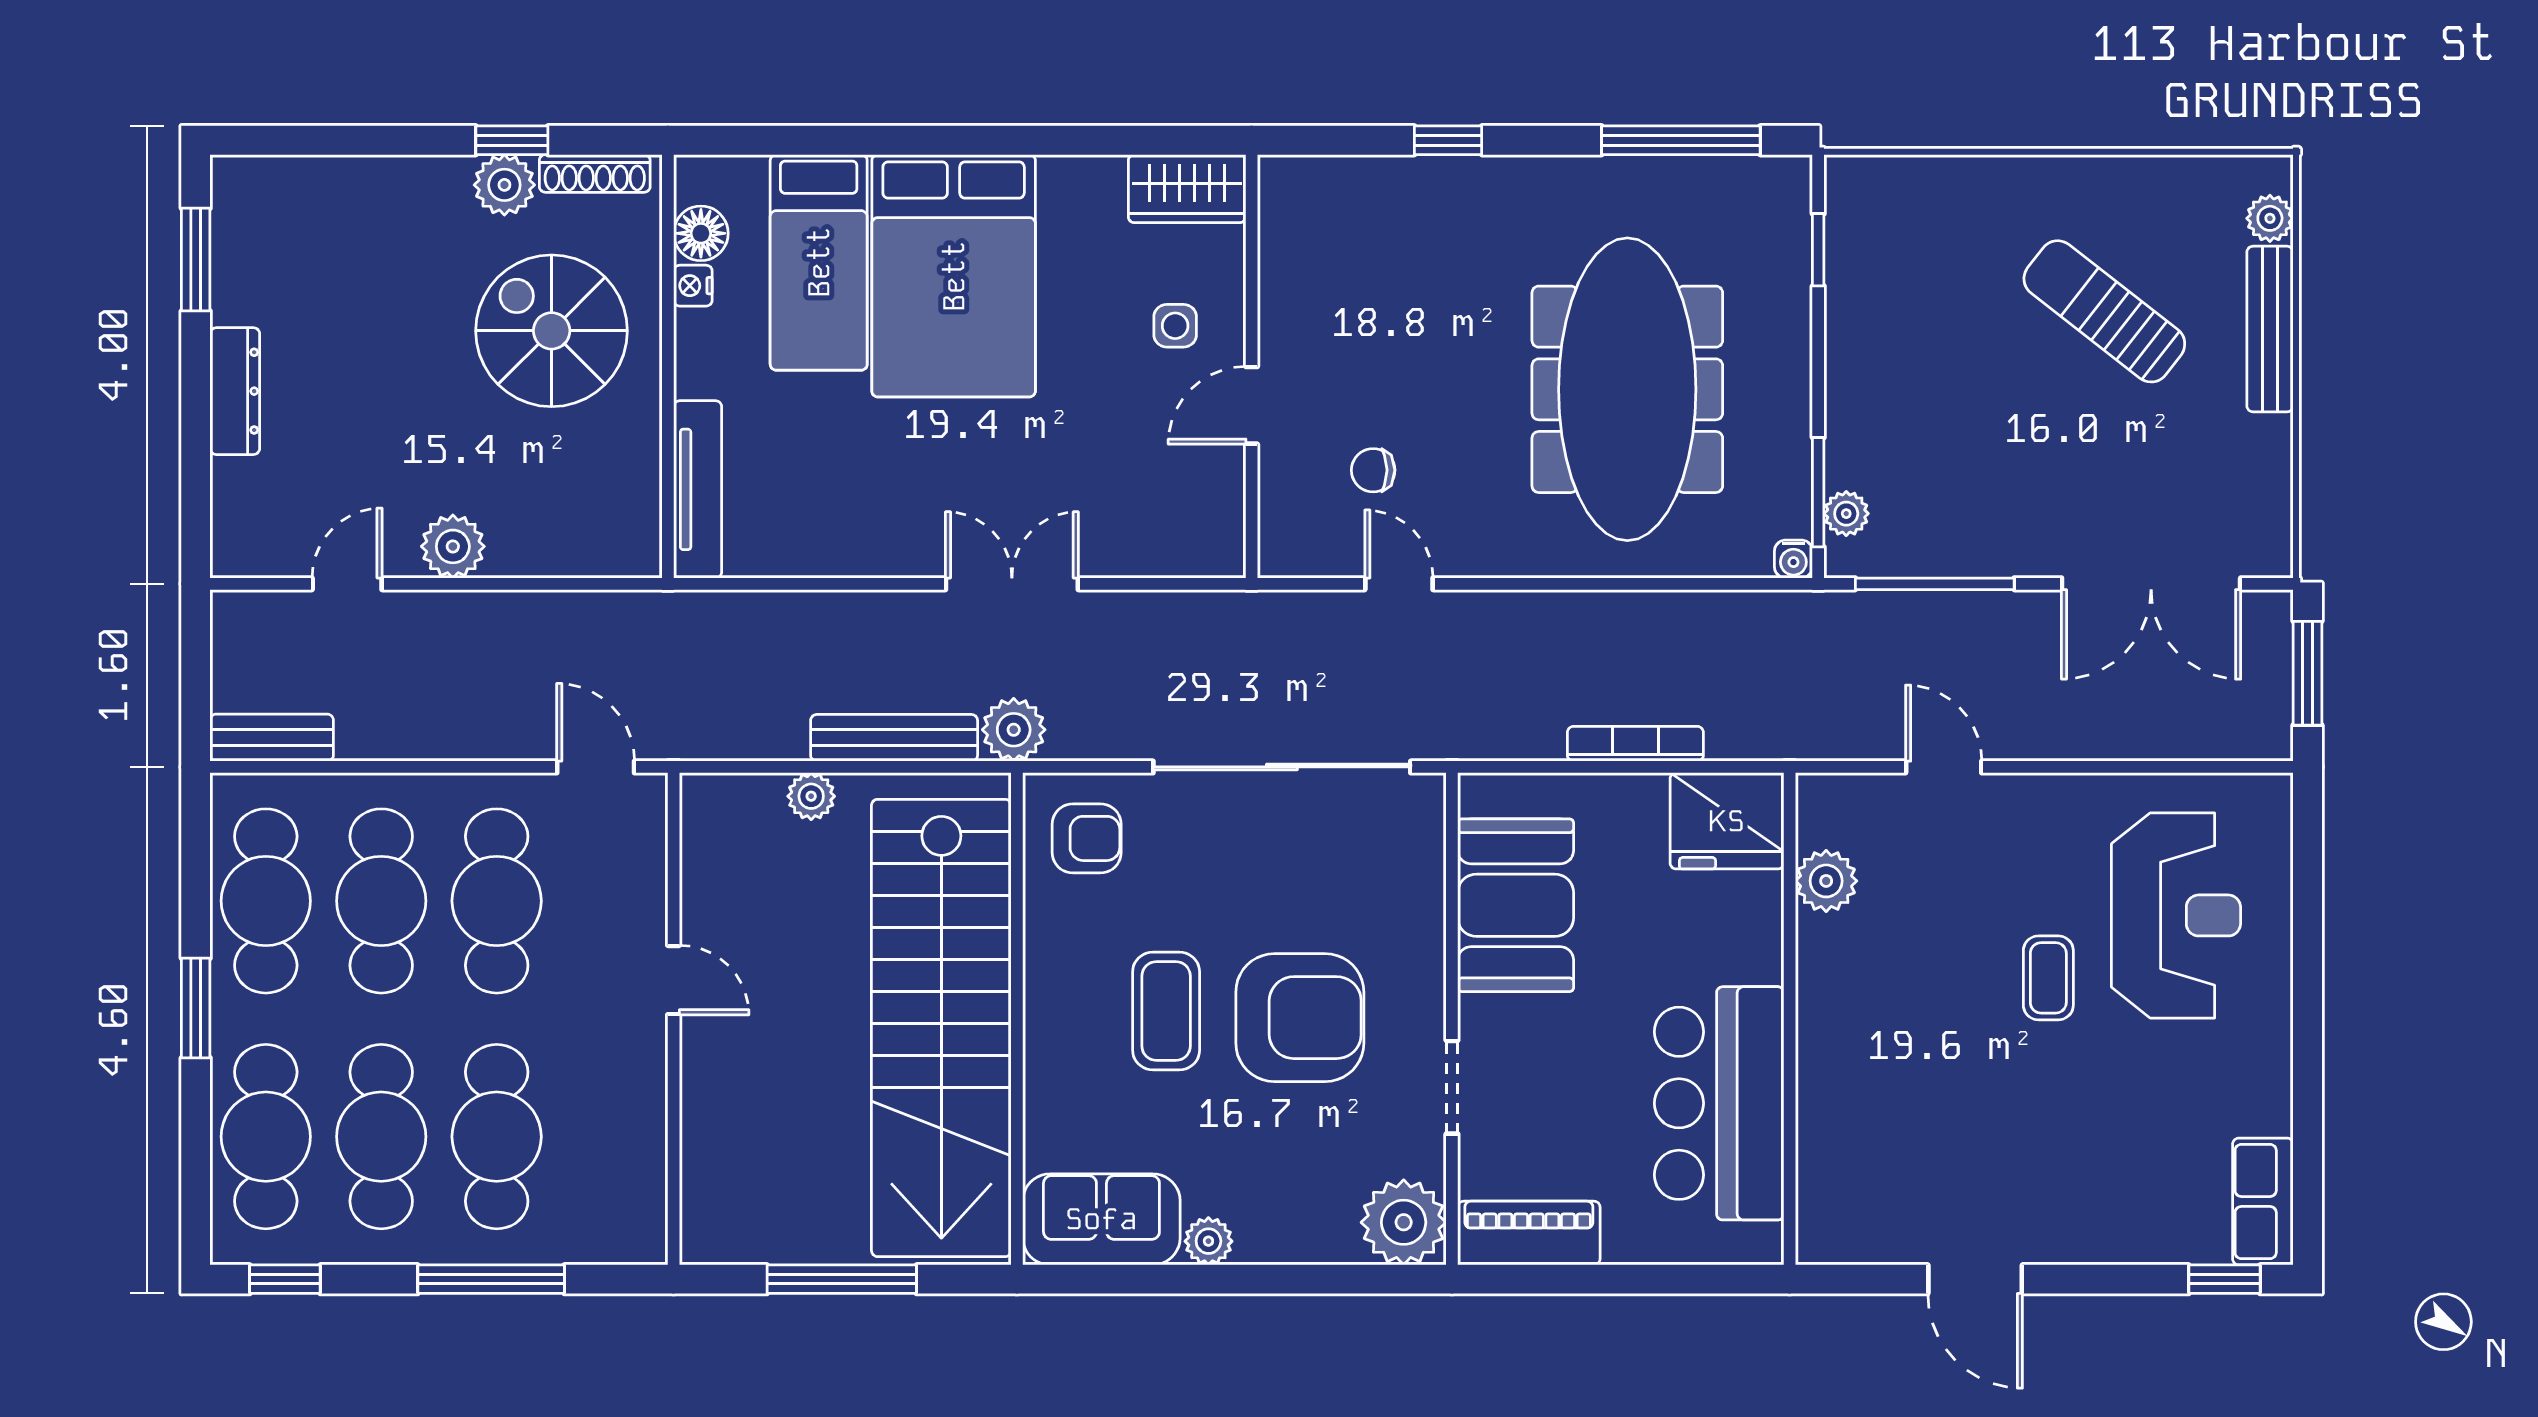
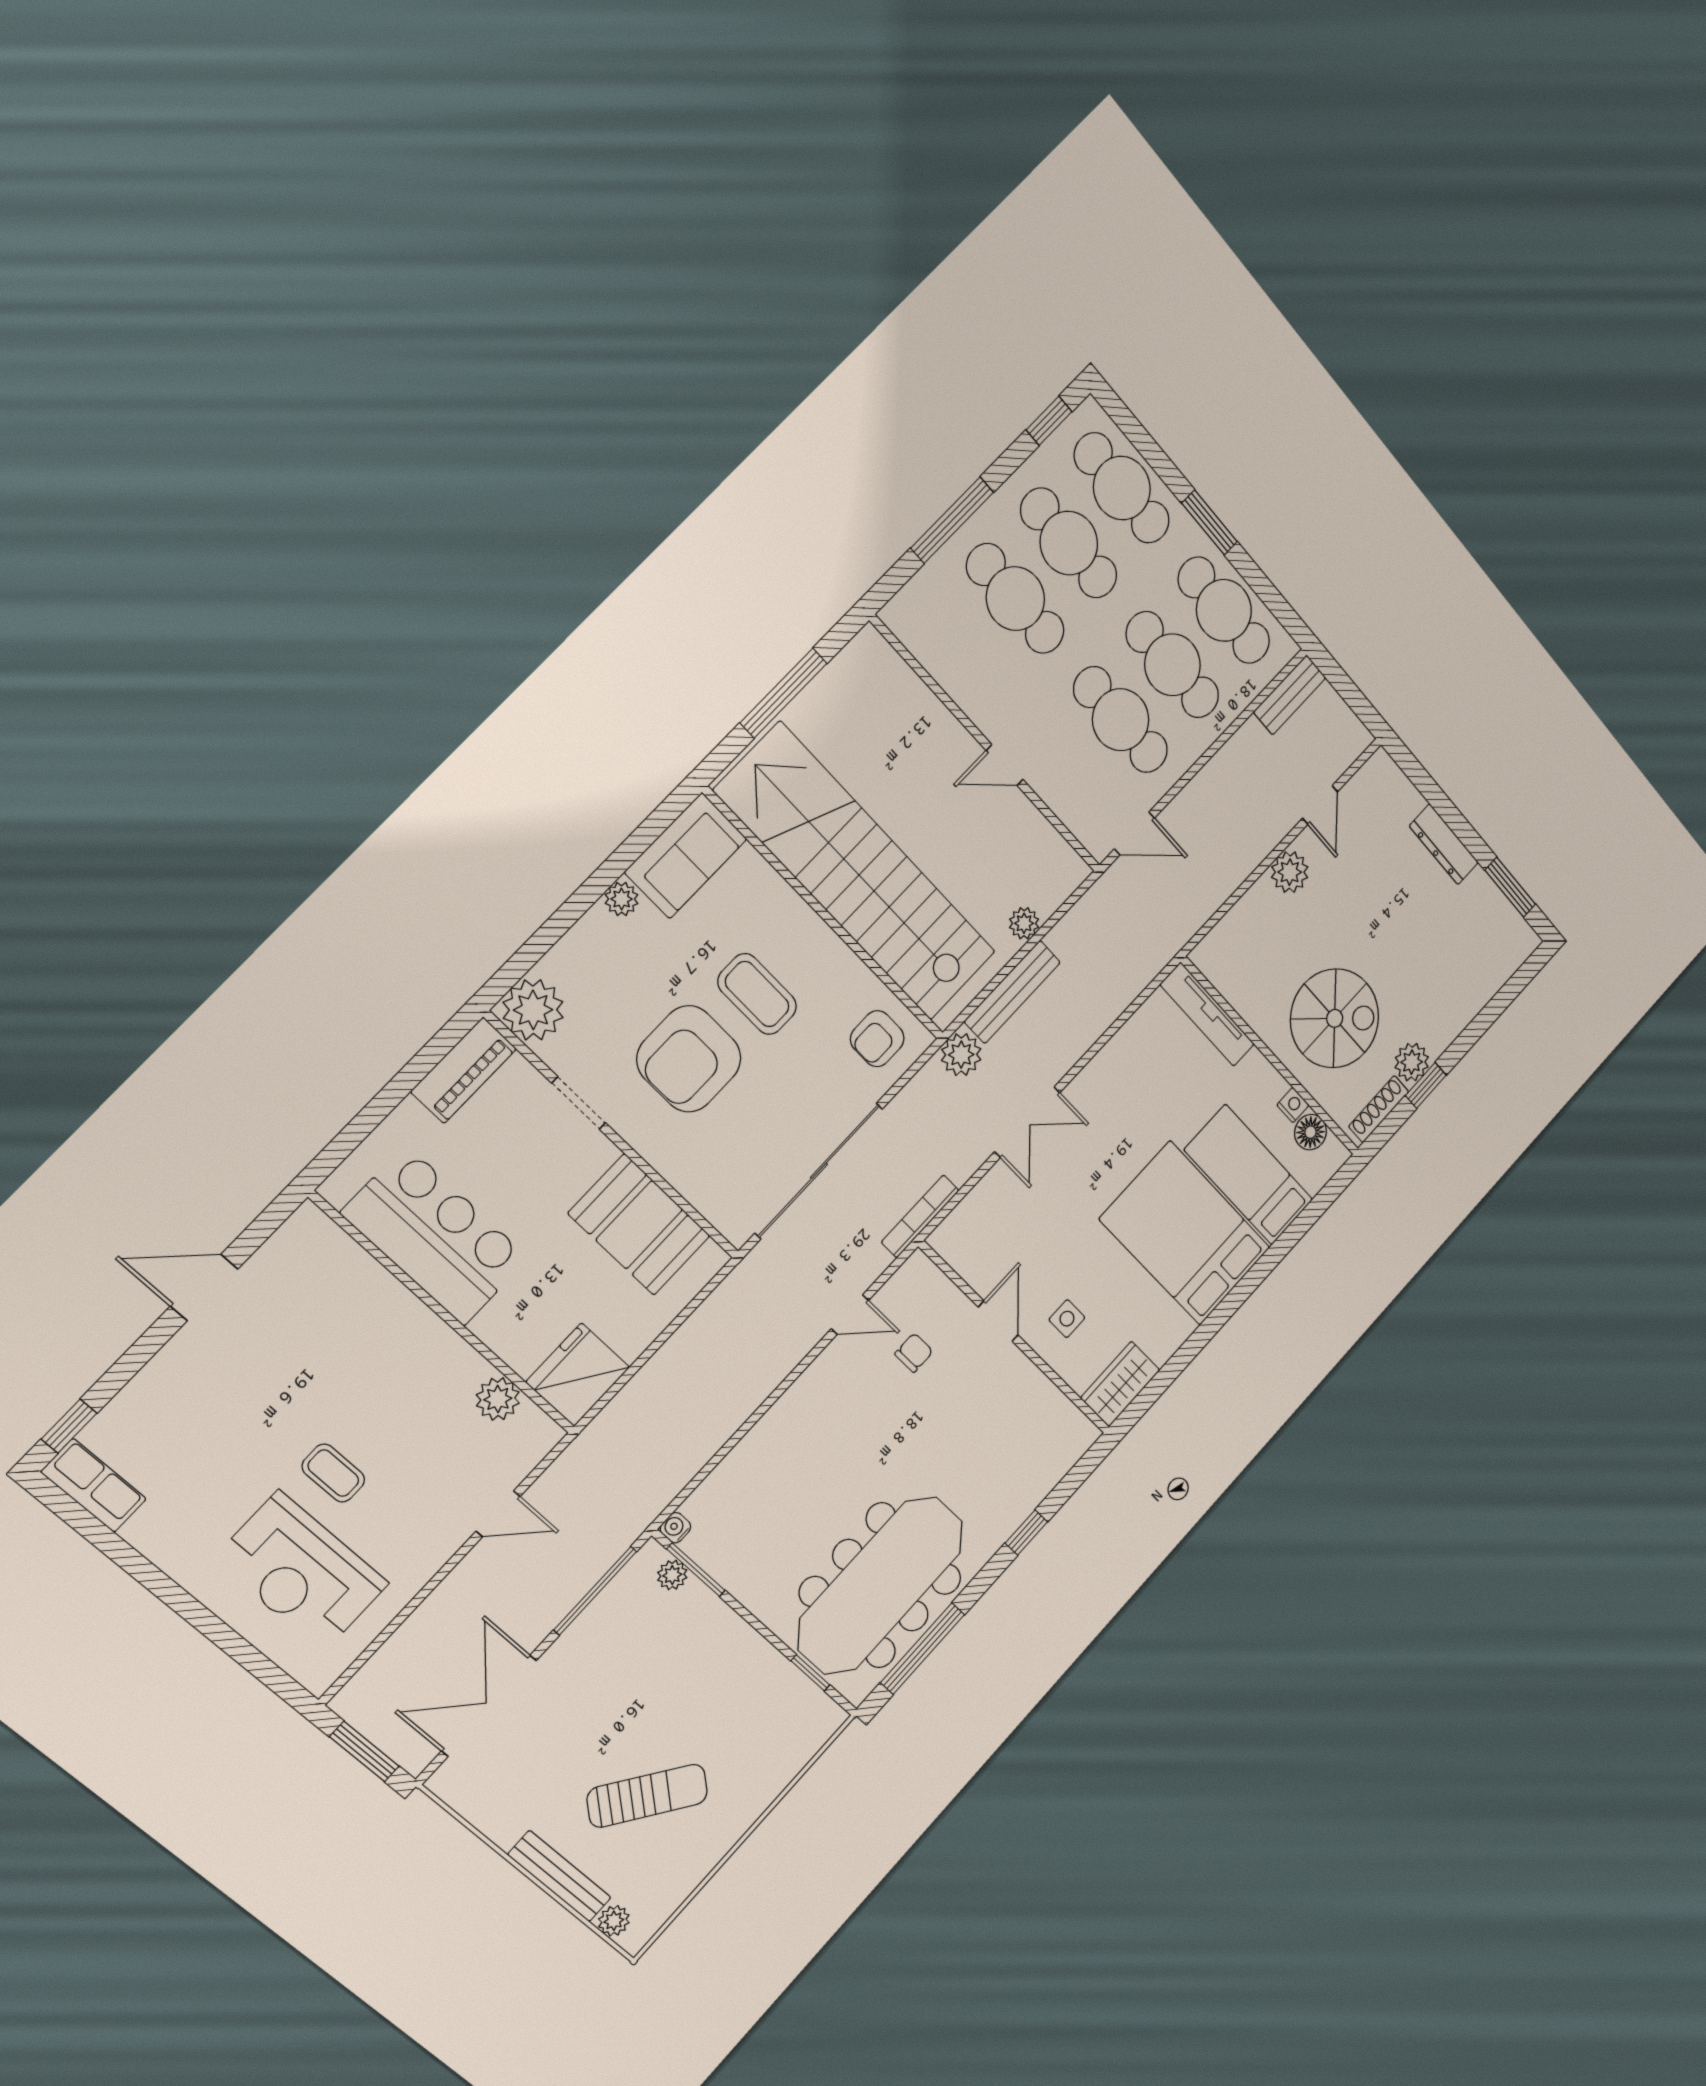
meeting table: (1627, 389) -> (881, 1585), moved, turned 90
bookcase: (1635, 744) -> (920, 1216), moved, turned 180

